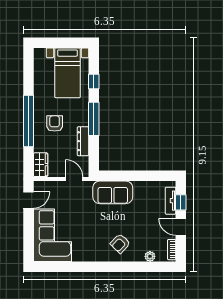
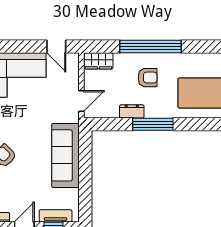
window: (94, 81) -> (198, 124), removed
dresser: (83, 141) -> (132, 111), width x0.70
sofa: (113, 192) -> (65, 155), width x1.36

